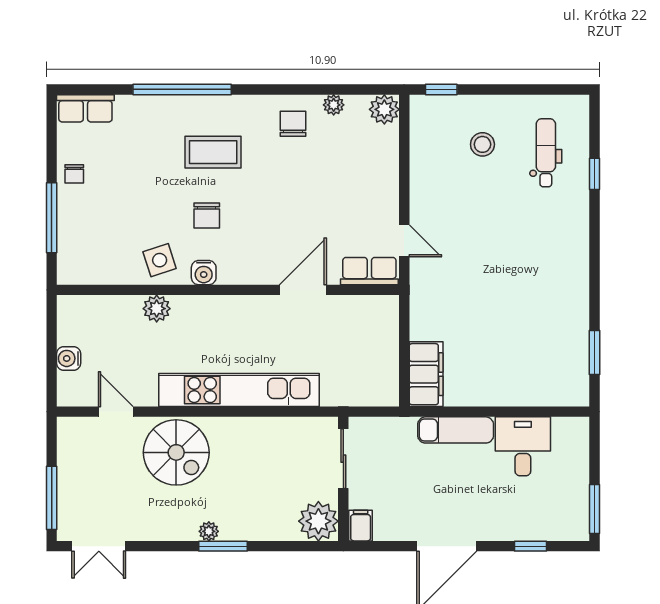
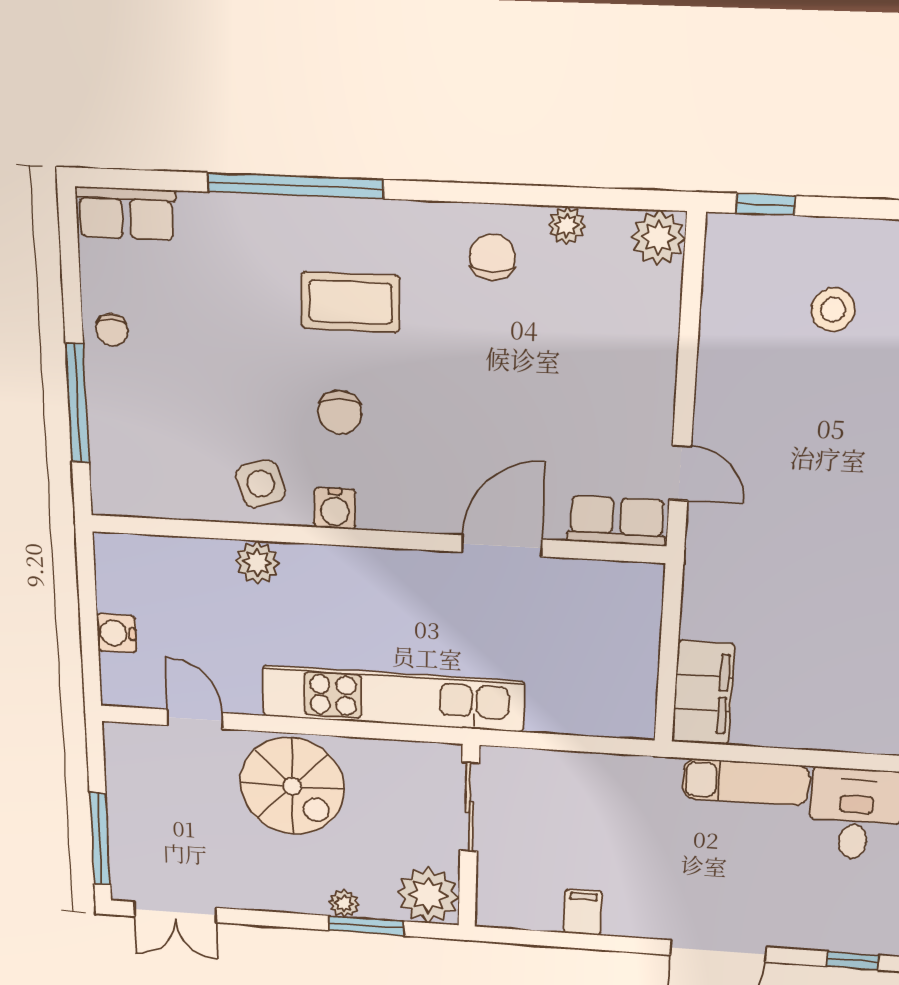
sliding door: (343, 459) -> (470, 807), moved
wall: (343, 479) -> (469, 837), moved
plant: (318, 521) -> (428, 895), moved

